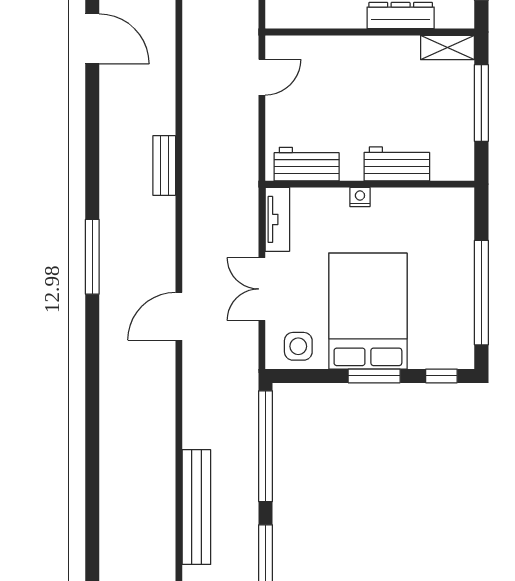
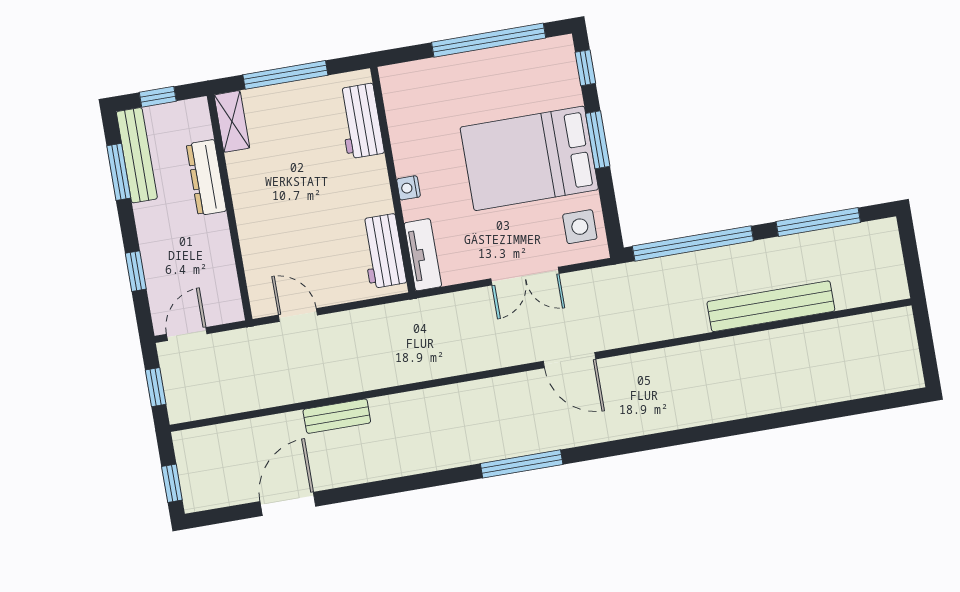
workbench: (397, 164) -> (360, 121), moved
bench: (164, 165) -> (337, 416), moved
tv unit: (277, 219) -> (423, 255), moved, turned 90

